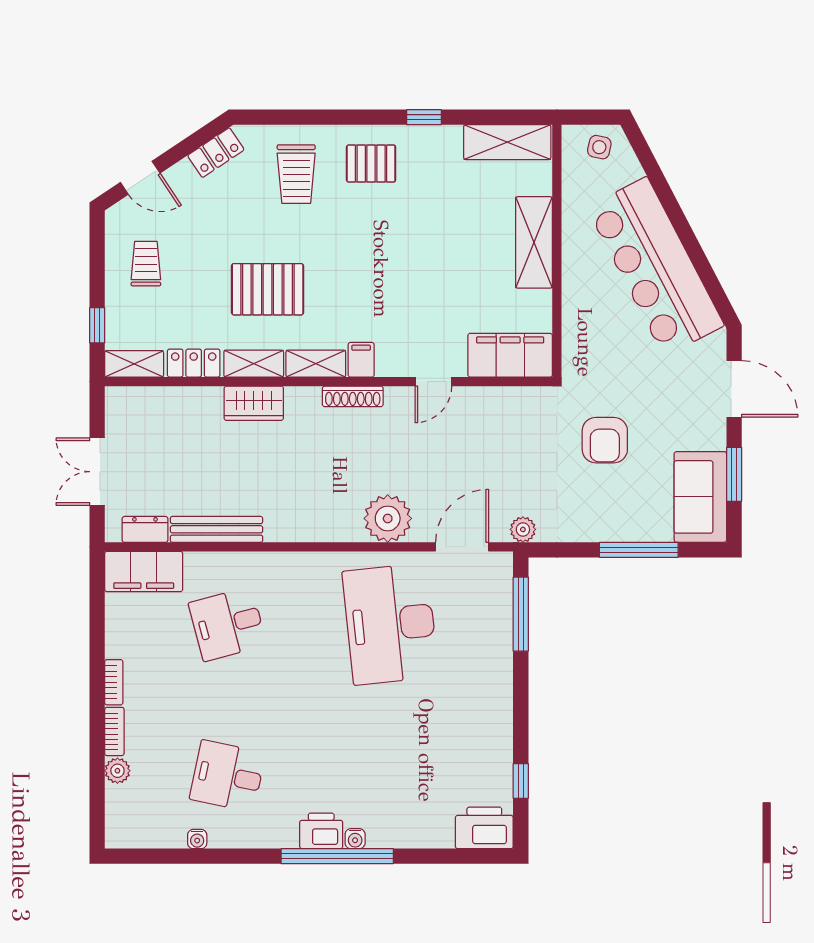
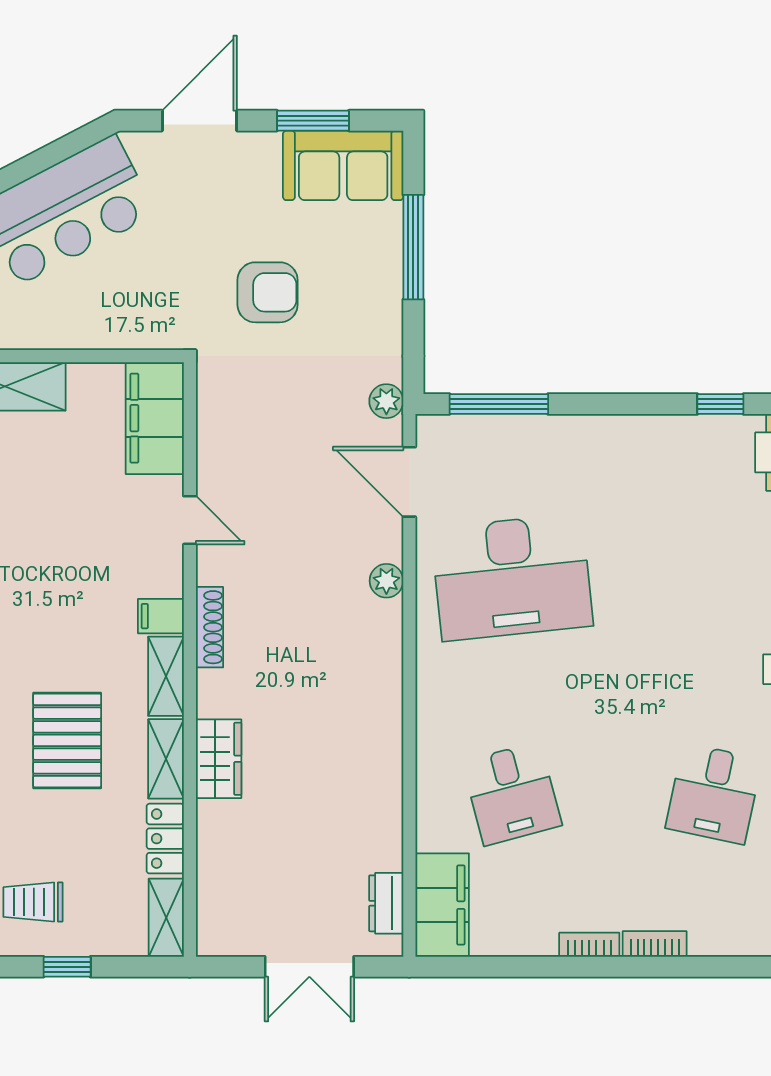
window: (97, 325) -> (67, 967), moved
plant: (388, 518) -> (386, 581), width x0.53, depth x0.53
bench: (217, 529) -> (386, 808), removed
plant: (117, 771) -> (707, 940), removed

